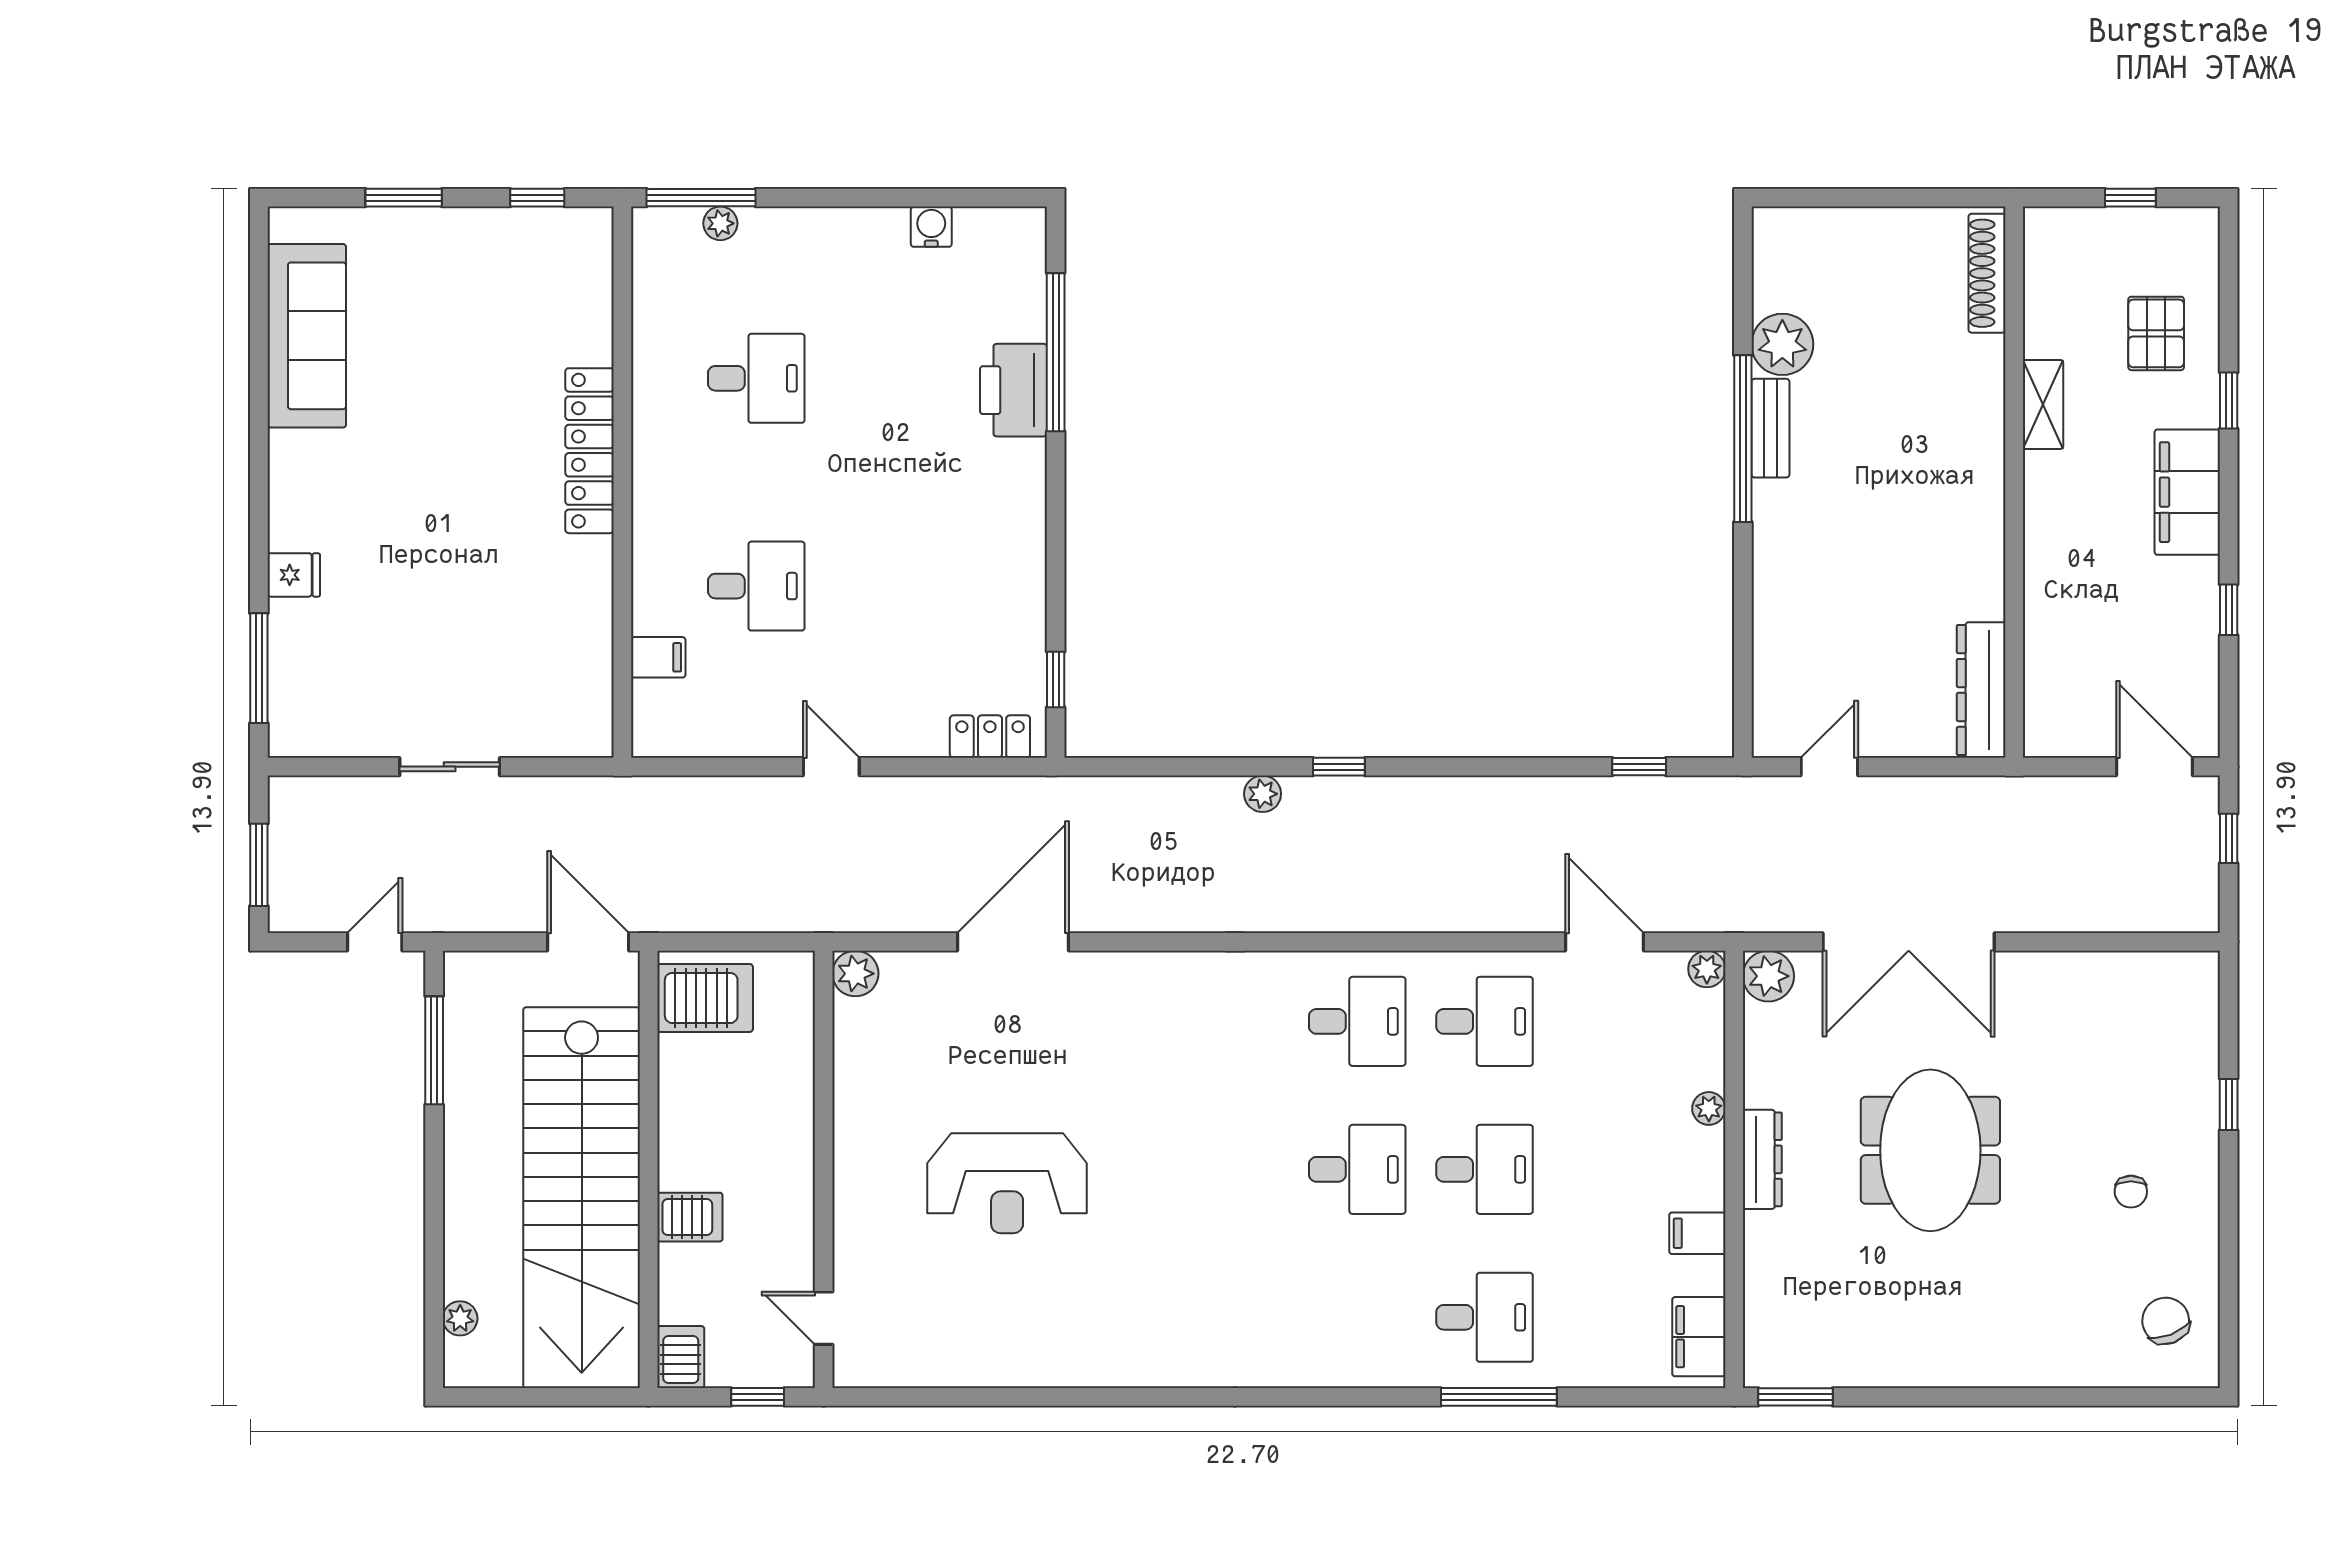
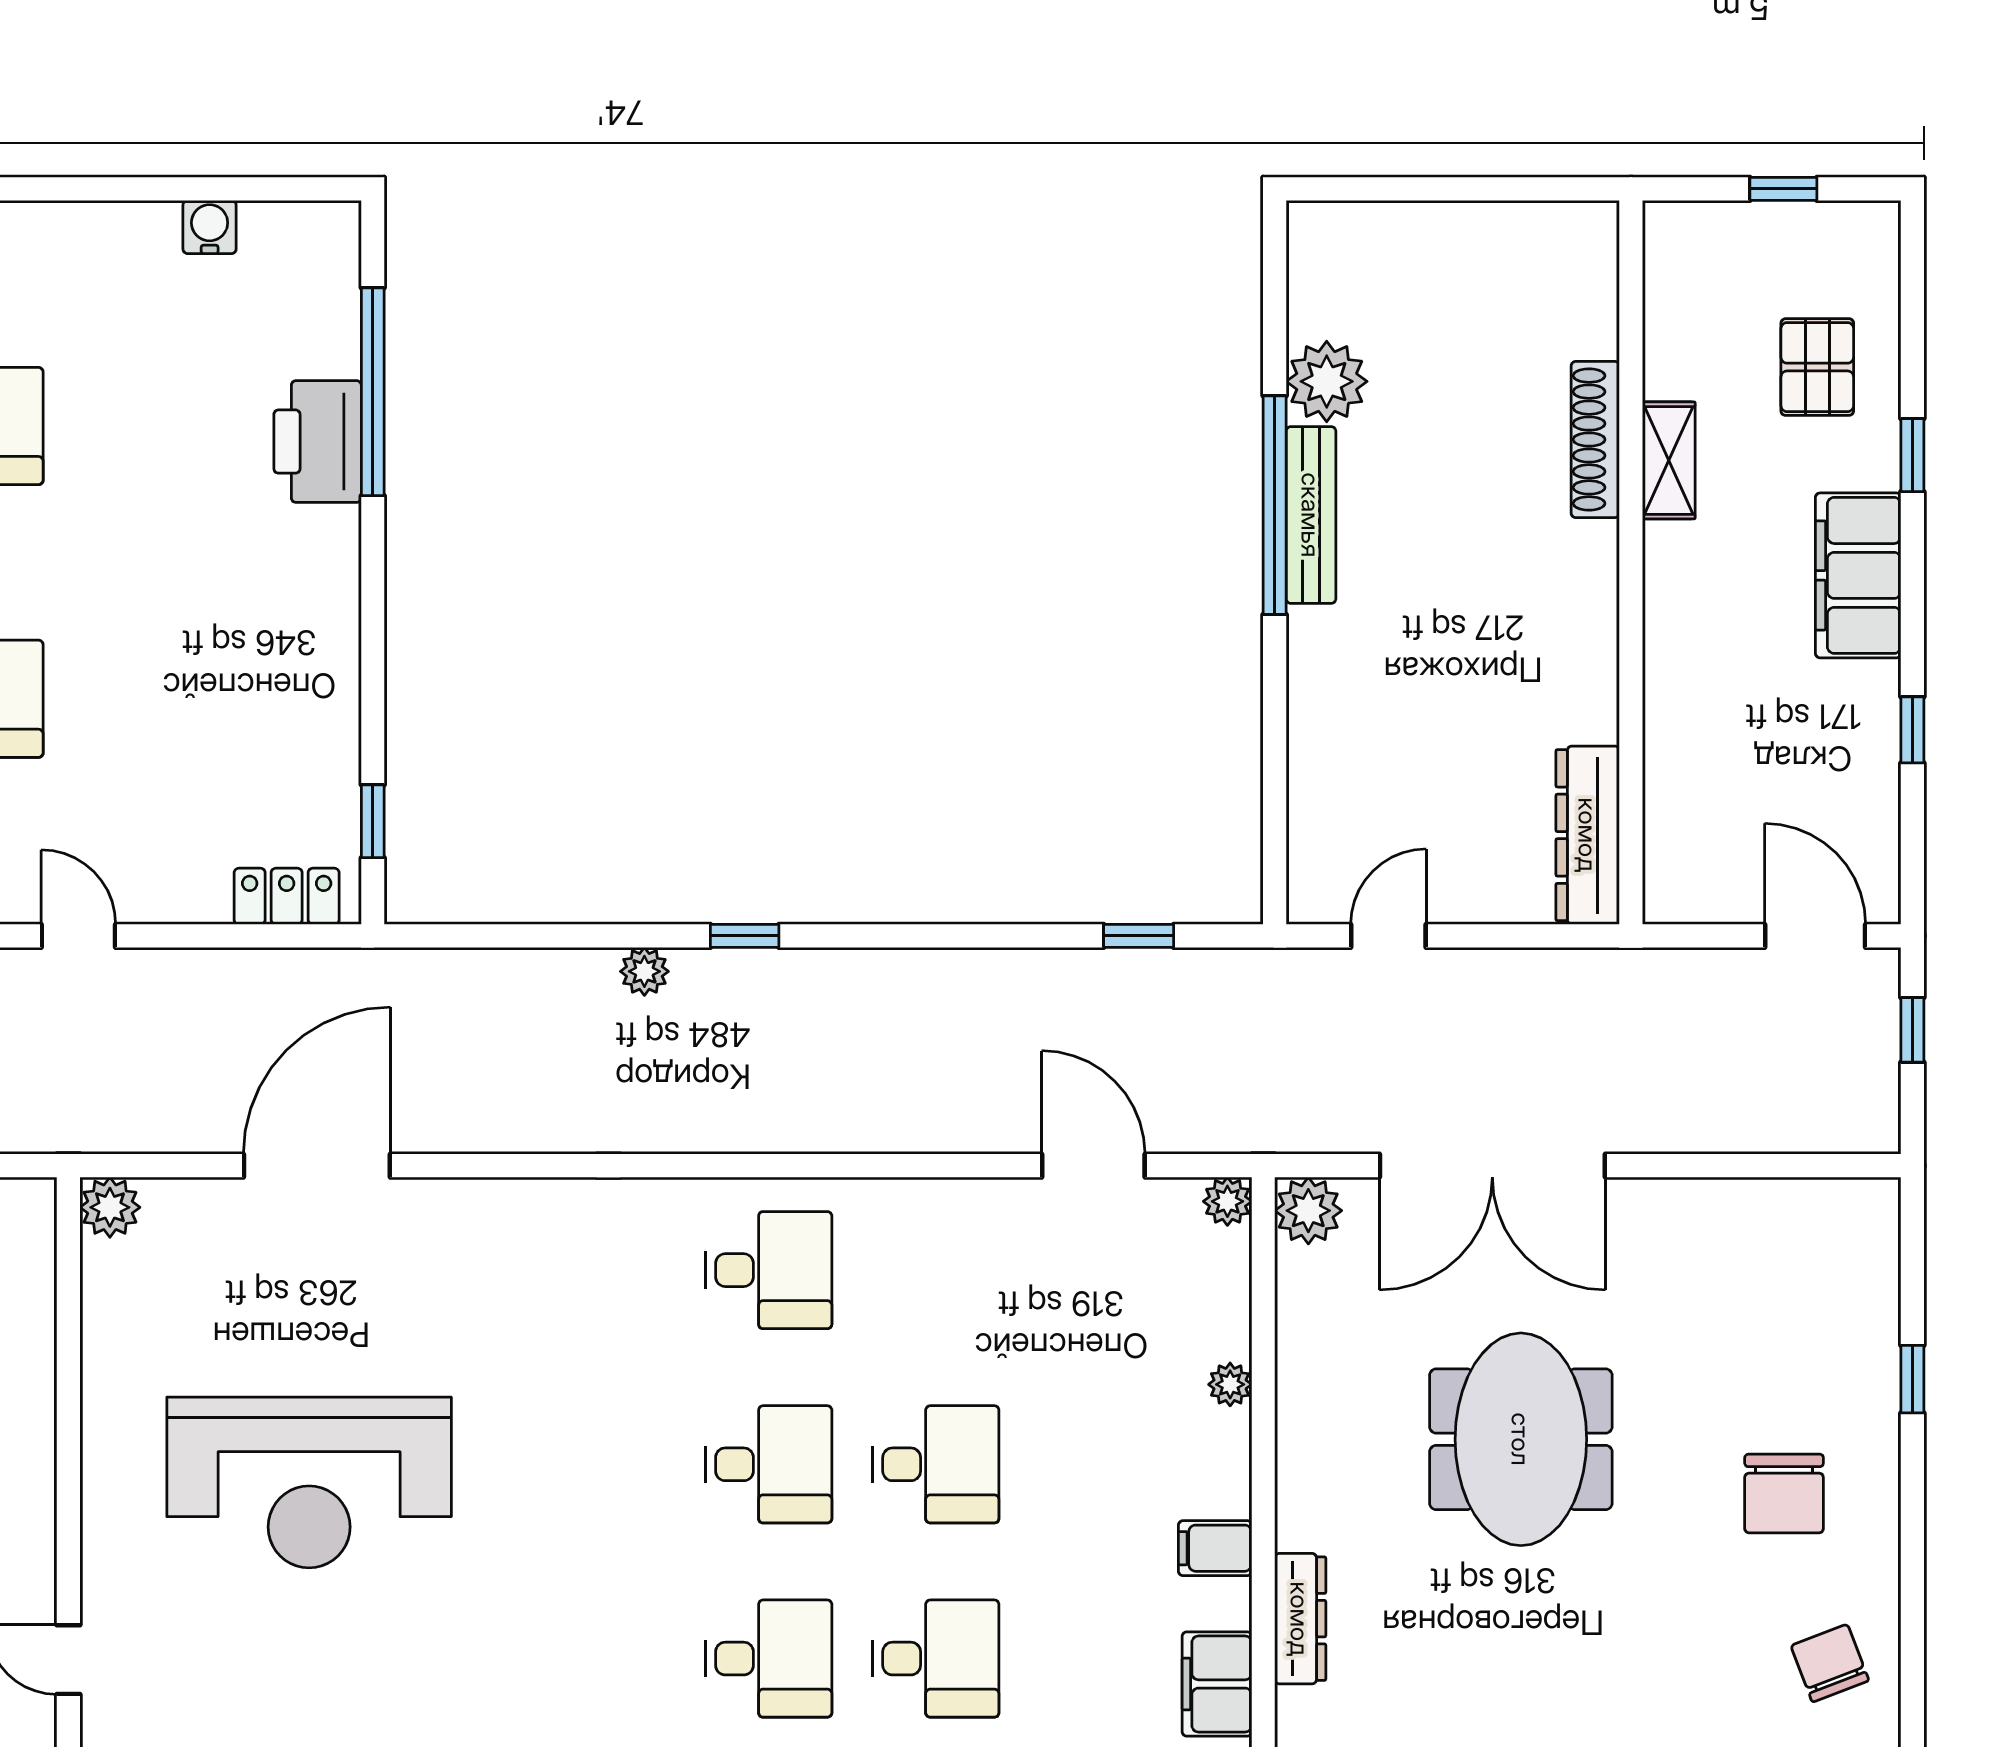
shoe rack: (1987, 273) -> (1595, 440), moved
bench: (1770, 428) -> (1311, 515), width x1.36
desk: (1485, 1021) -> (769, 1659), moved
dresser: (1762, 1159) -> (1300, 1619), moved
reception desk: (1007, 1183) -> (309, 1483), width x1.36, depth x1.30
chair: (2131, 1192) -> (1784, 1494), width x1.87, depth x1.87

